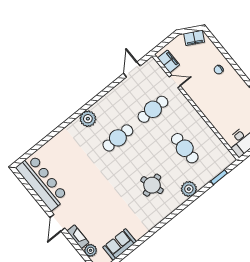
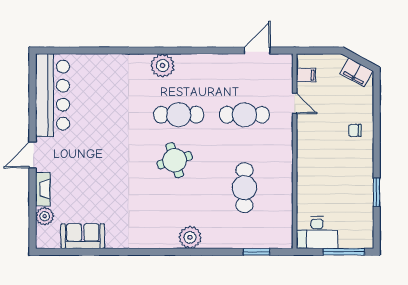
filing cabinet: (168, 61) -> (306, 75), width x0.50
round table: (152, 185) -> (175, 160), moved
plant: (189, 189) -> (190, 237), moved

